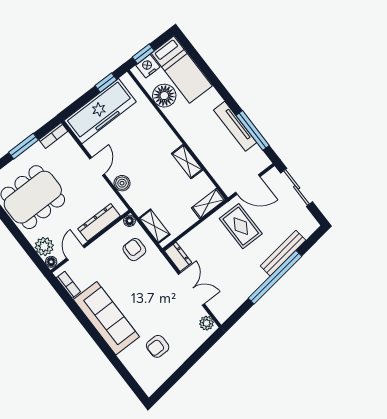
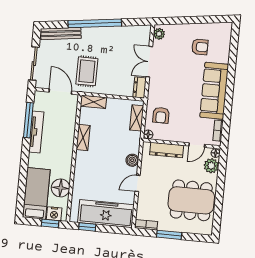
bench: (283, 253) -> (61, 34), moved

